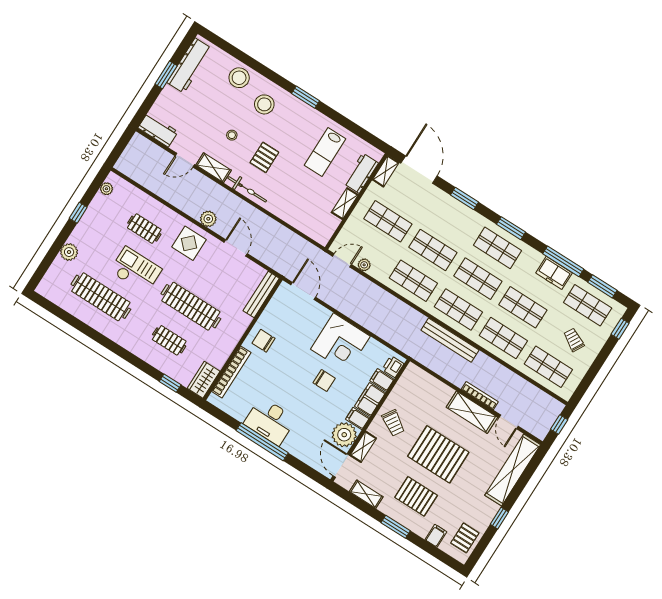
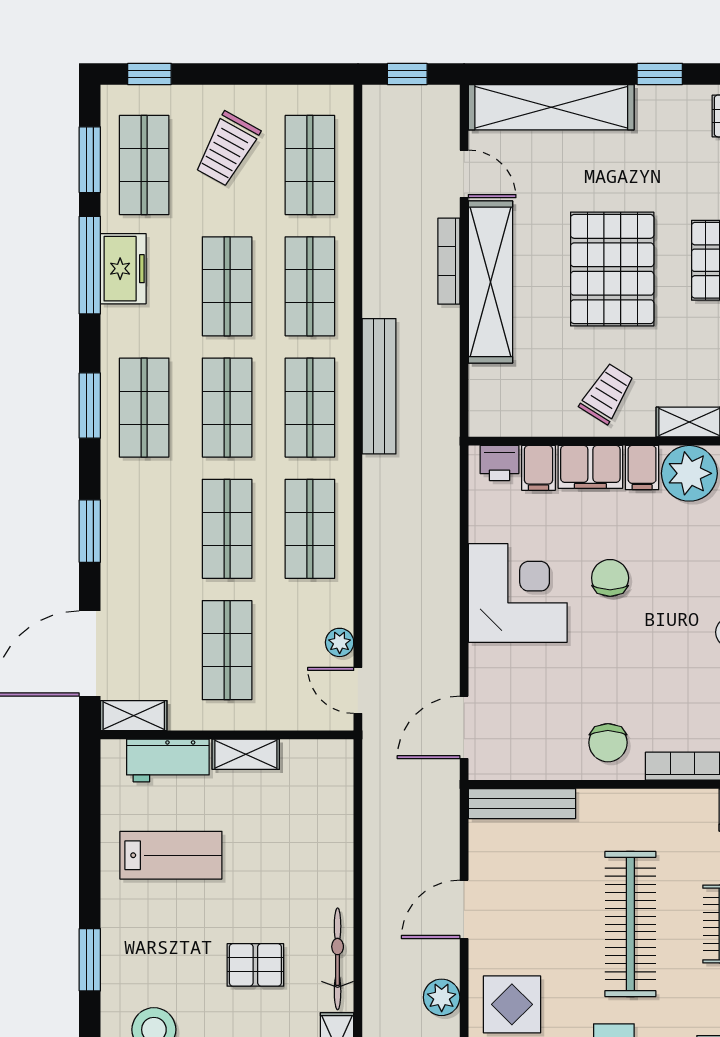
trolley: (574, 340) -> (227, 149), width x1.36, depth x1.39
shelving: (472, 412) -> (490, 282), width x1.47
door: (509, 422) -> (464, 174), hinge flipped

